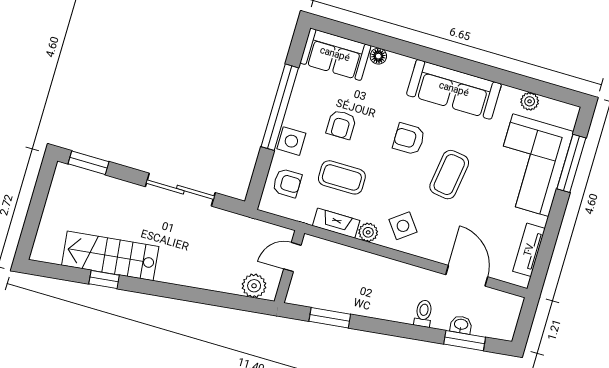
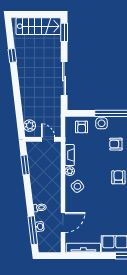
coffee table: (449, 175) -> (107, 201), removed
coffee table: (342, 177) -> (92, 152), removed
tv unit: (529, 250) -> (83, 248), width x1.41
stairs: (110, 256) -> (38, 26), moved, turned 97
window: (465, 341) -> (33, 230), width x1.44

